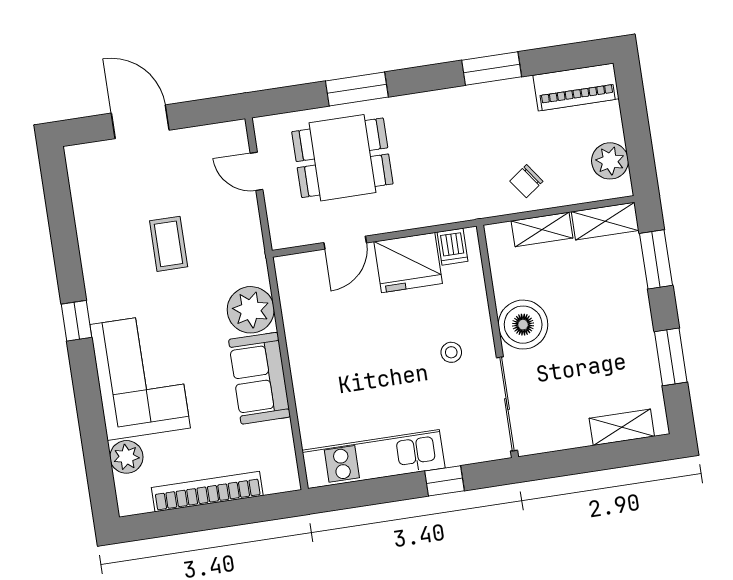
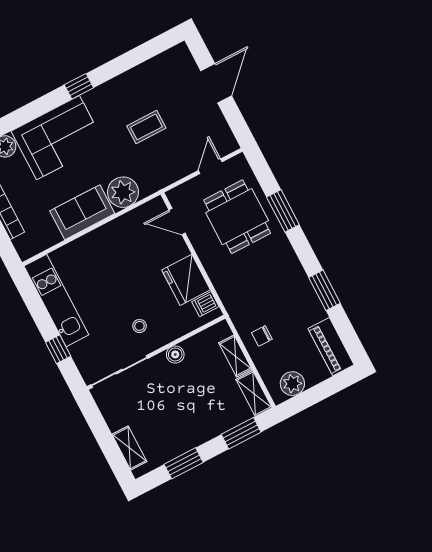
chair: (526, 181) -> (262, 336), turned -54
door: (345, 243) -> (177, 222), moved
boiler: (523, 325) -> (175, 354), width x0.54, depth x0.54

